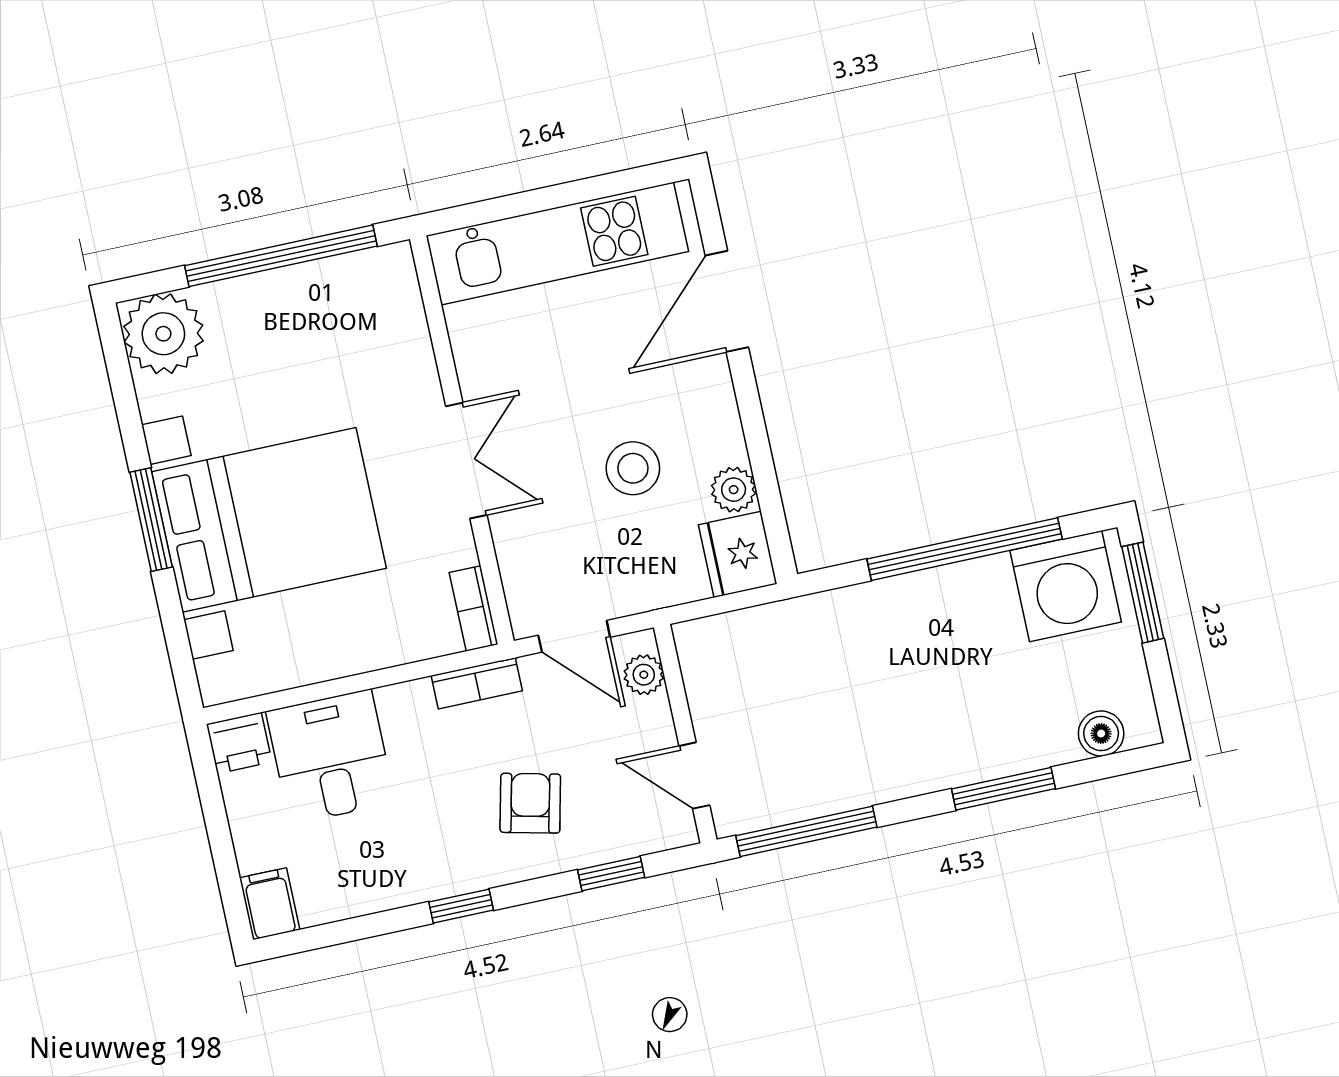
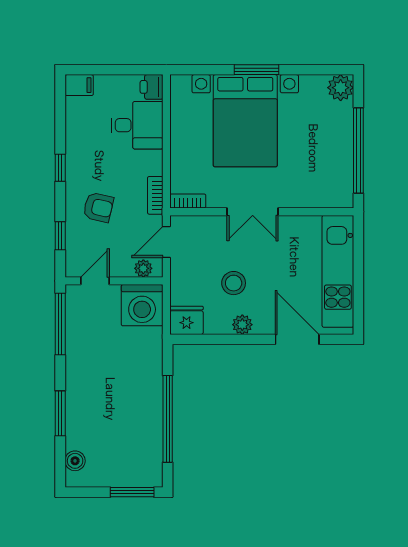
plant: (163, 334) -> (341, 88), width x0.73, depth x0.73
plant: (734, 490) -> (242, 325), moved
washing machine: (1066, 586) -> (142, 305), moved, turned -90

